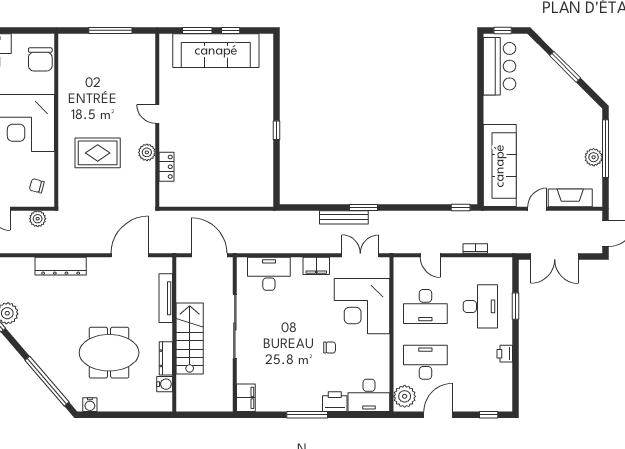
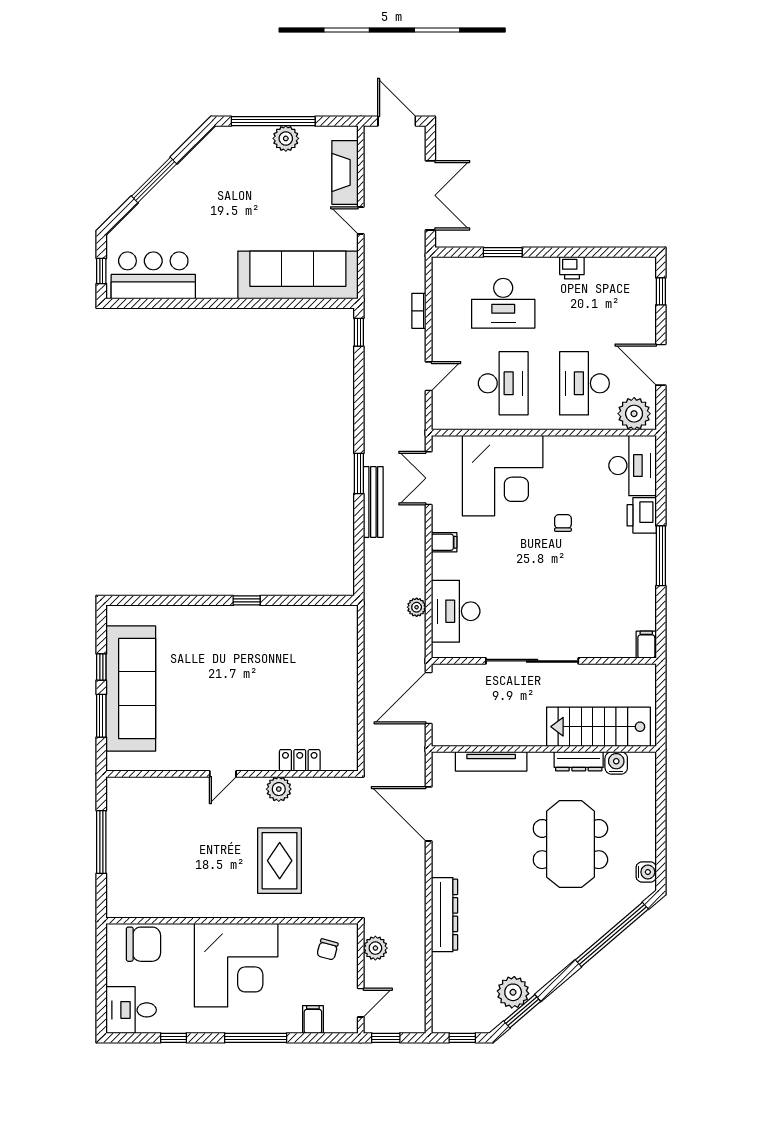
plant: (272, 247) -> (417, 607), added
filing cabinet: (316, 266) -> (444, 542), width x0.50
desk: (480, 306) -> (503, 303), turned 180
stairs: (190, 338) -> (598, 727), moved
filing cabinet: (246, 398) -> (646, 645), width x0.50

